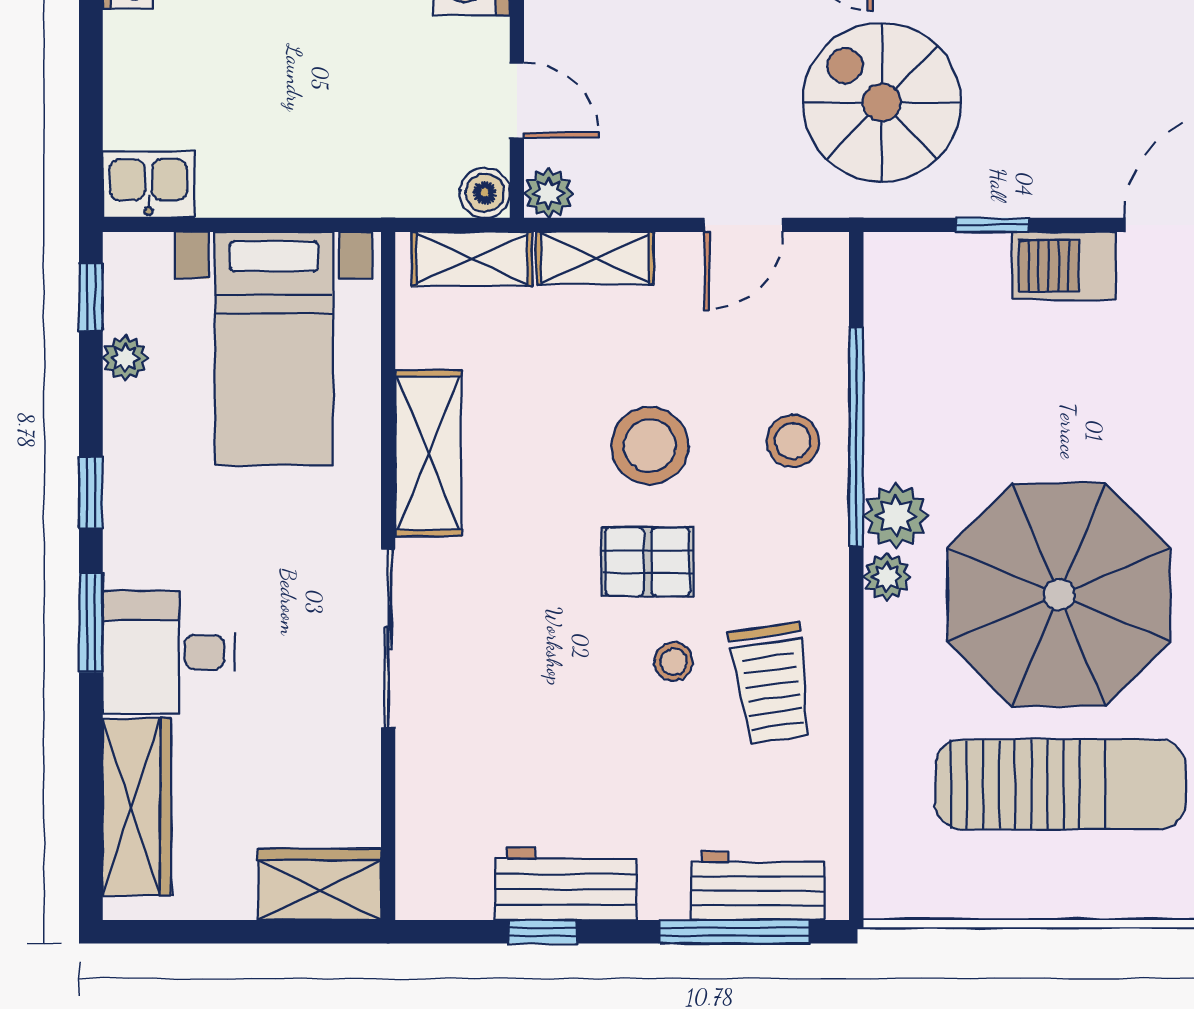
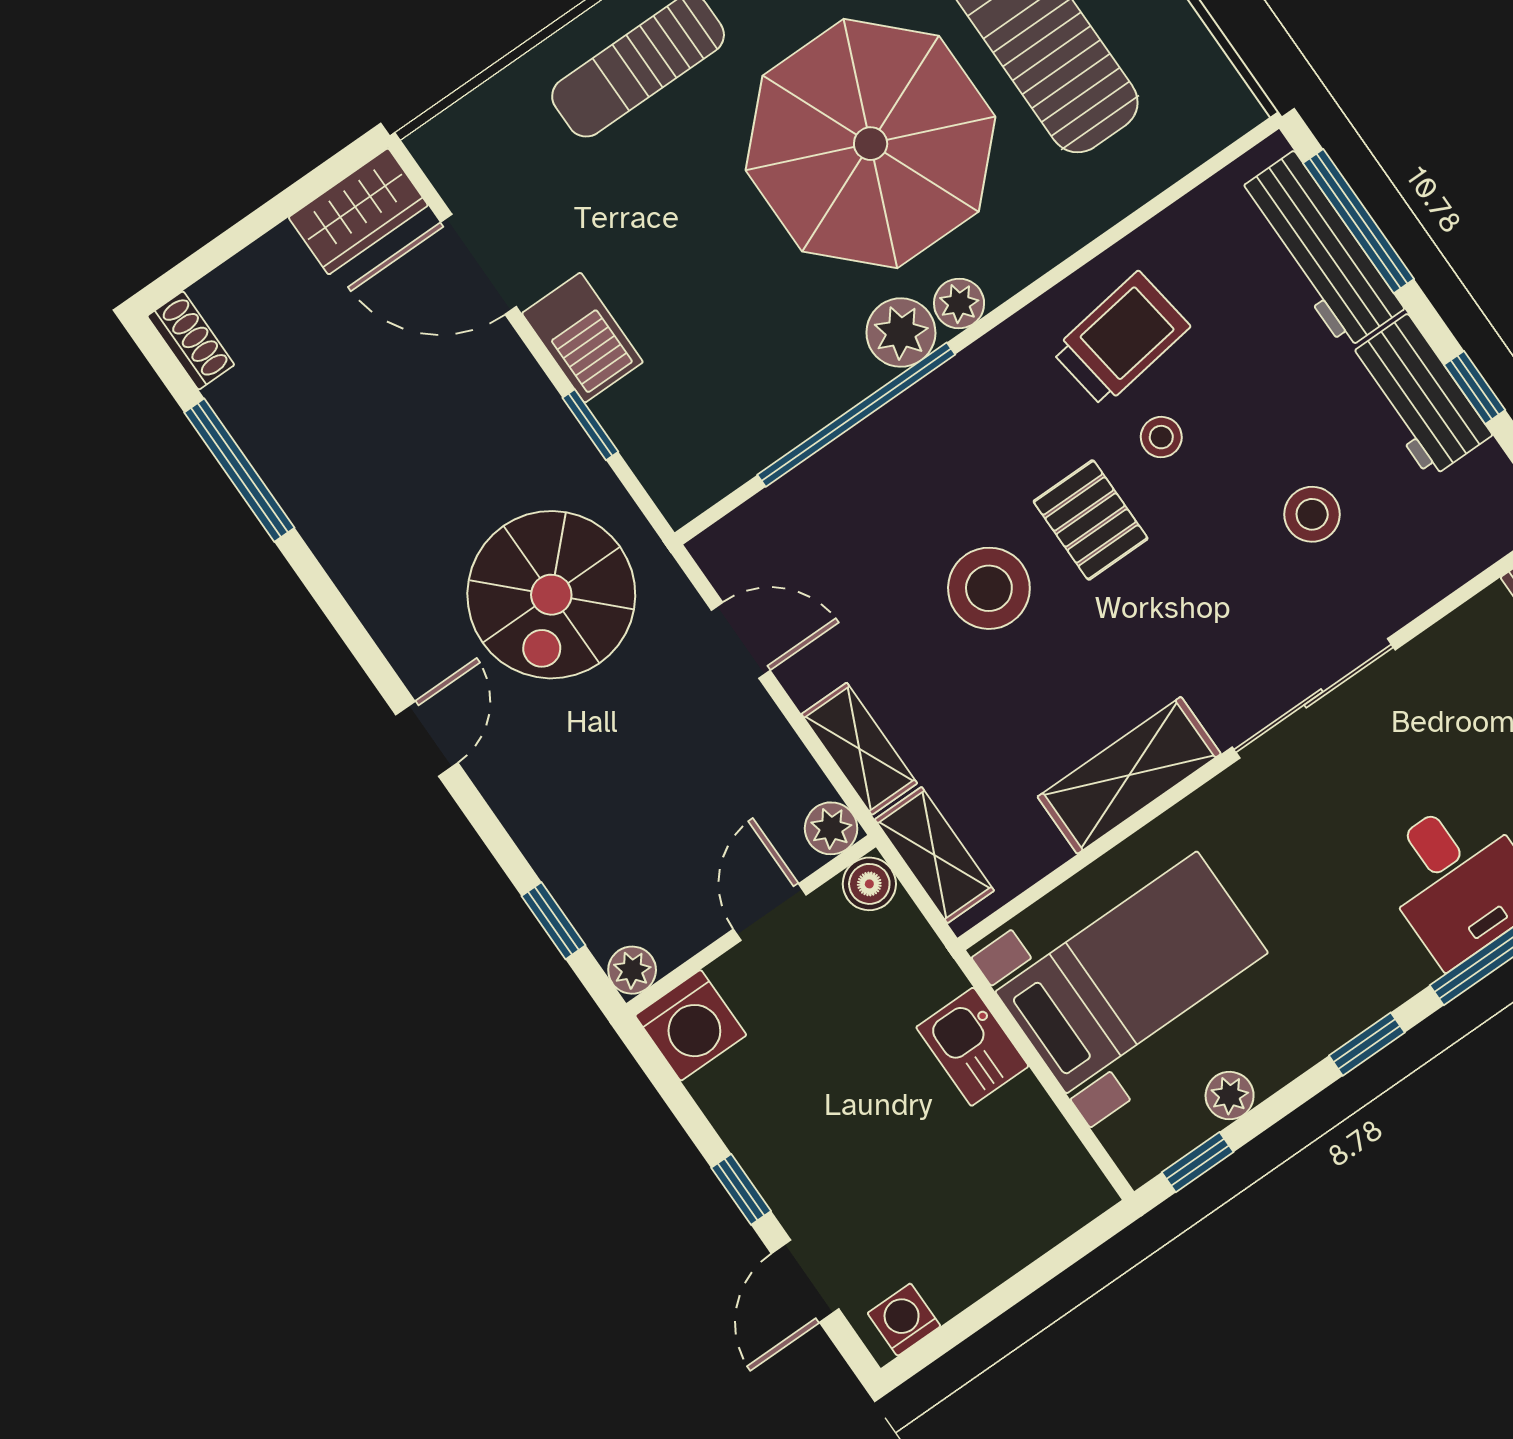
kitchen sink: (148, 185) -> (972, 1047), moved
stool: (793, 441) -> (1312, 514), moved
workbench: (758, 886) -> (1319, 250), width x1.37

